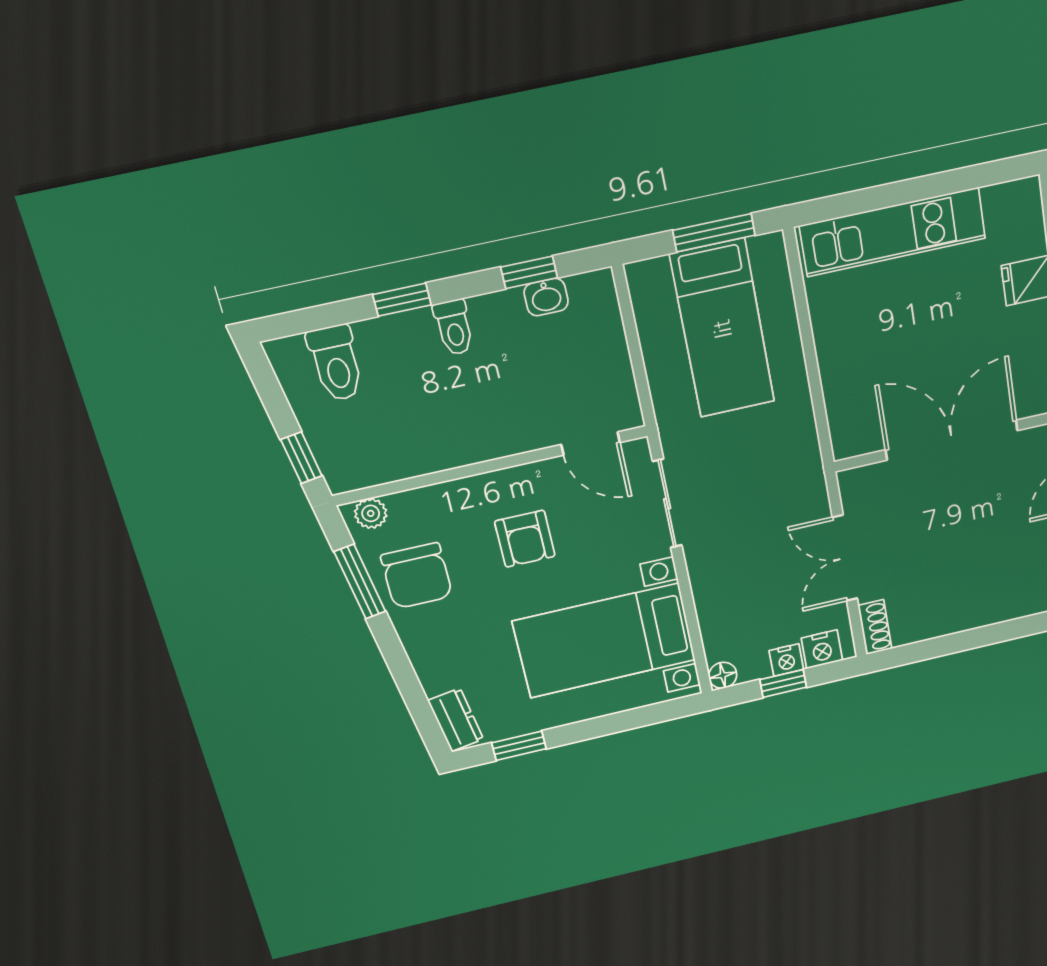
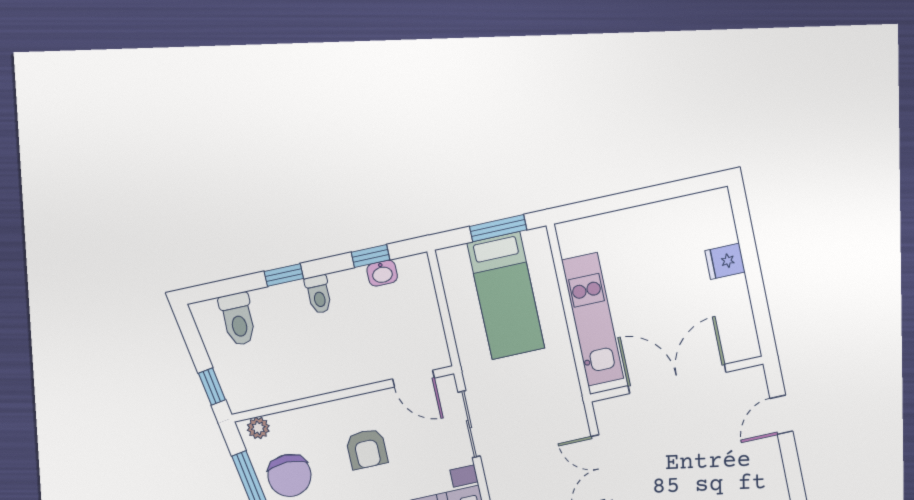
kitchen unit: (893, 232) -> (593, 319), moved, turned -90

